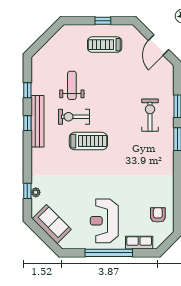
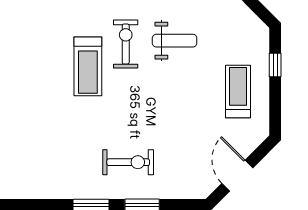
window: (103, 21) -> (275, 65), moved
door: (159, 45) -> (237, 176), hinge flipped

